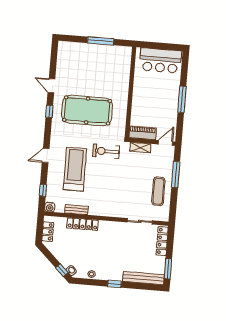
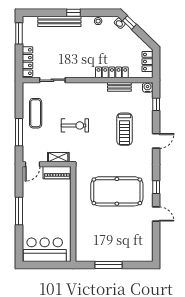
exercise bike: (106, 151) -> (75, 125), moved
treadmill: (75, 169) -> (125, 129), width x0.73, depth x0.73
bench: (143, 278) -> (59, 21), moved

